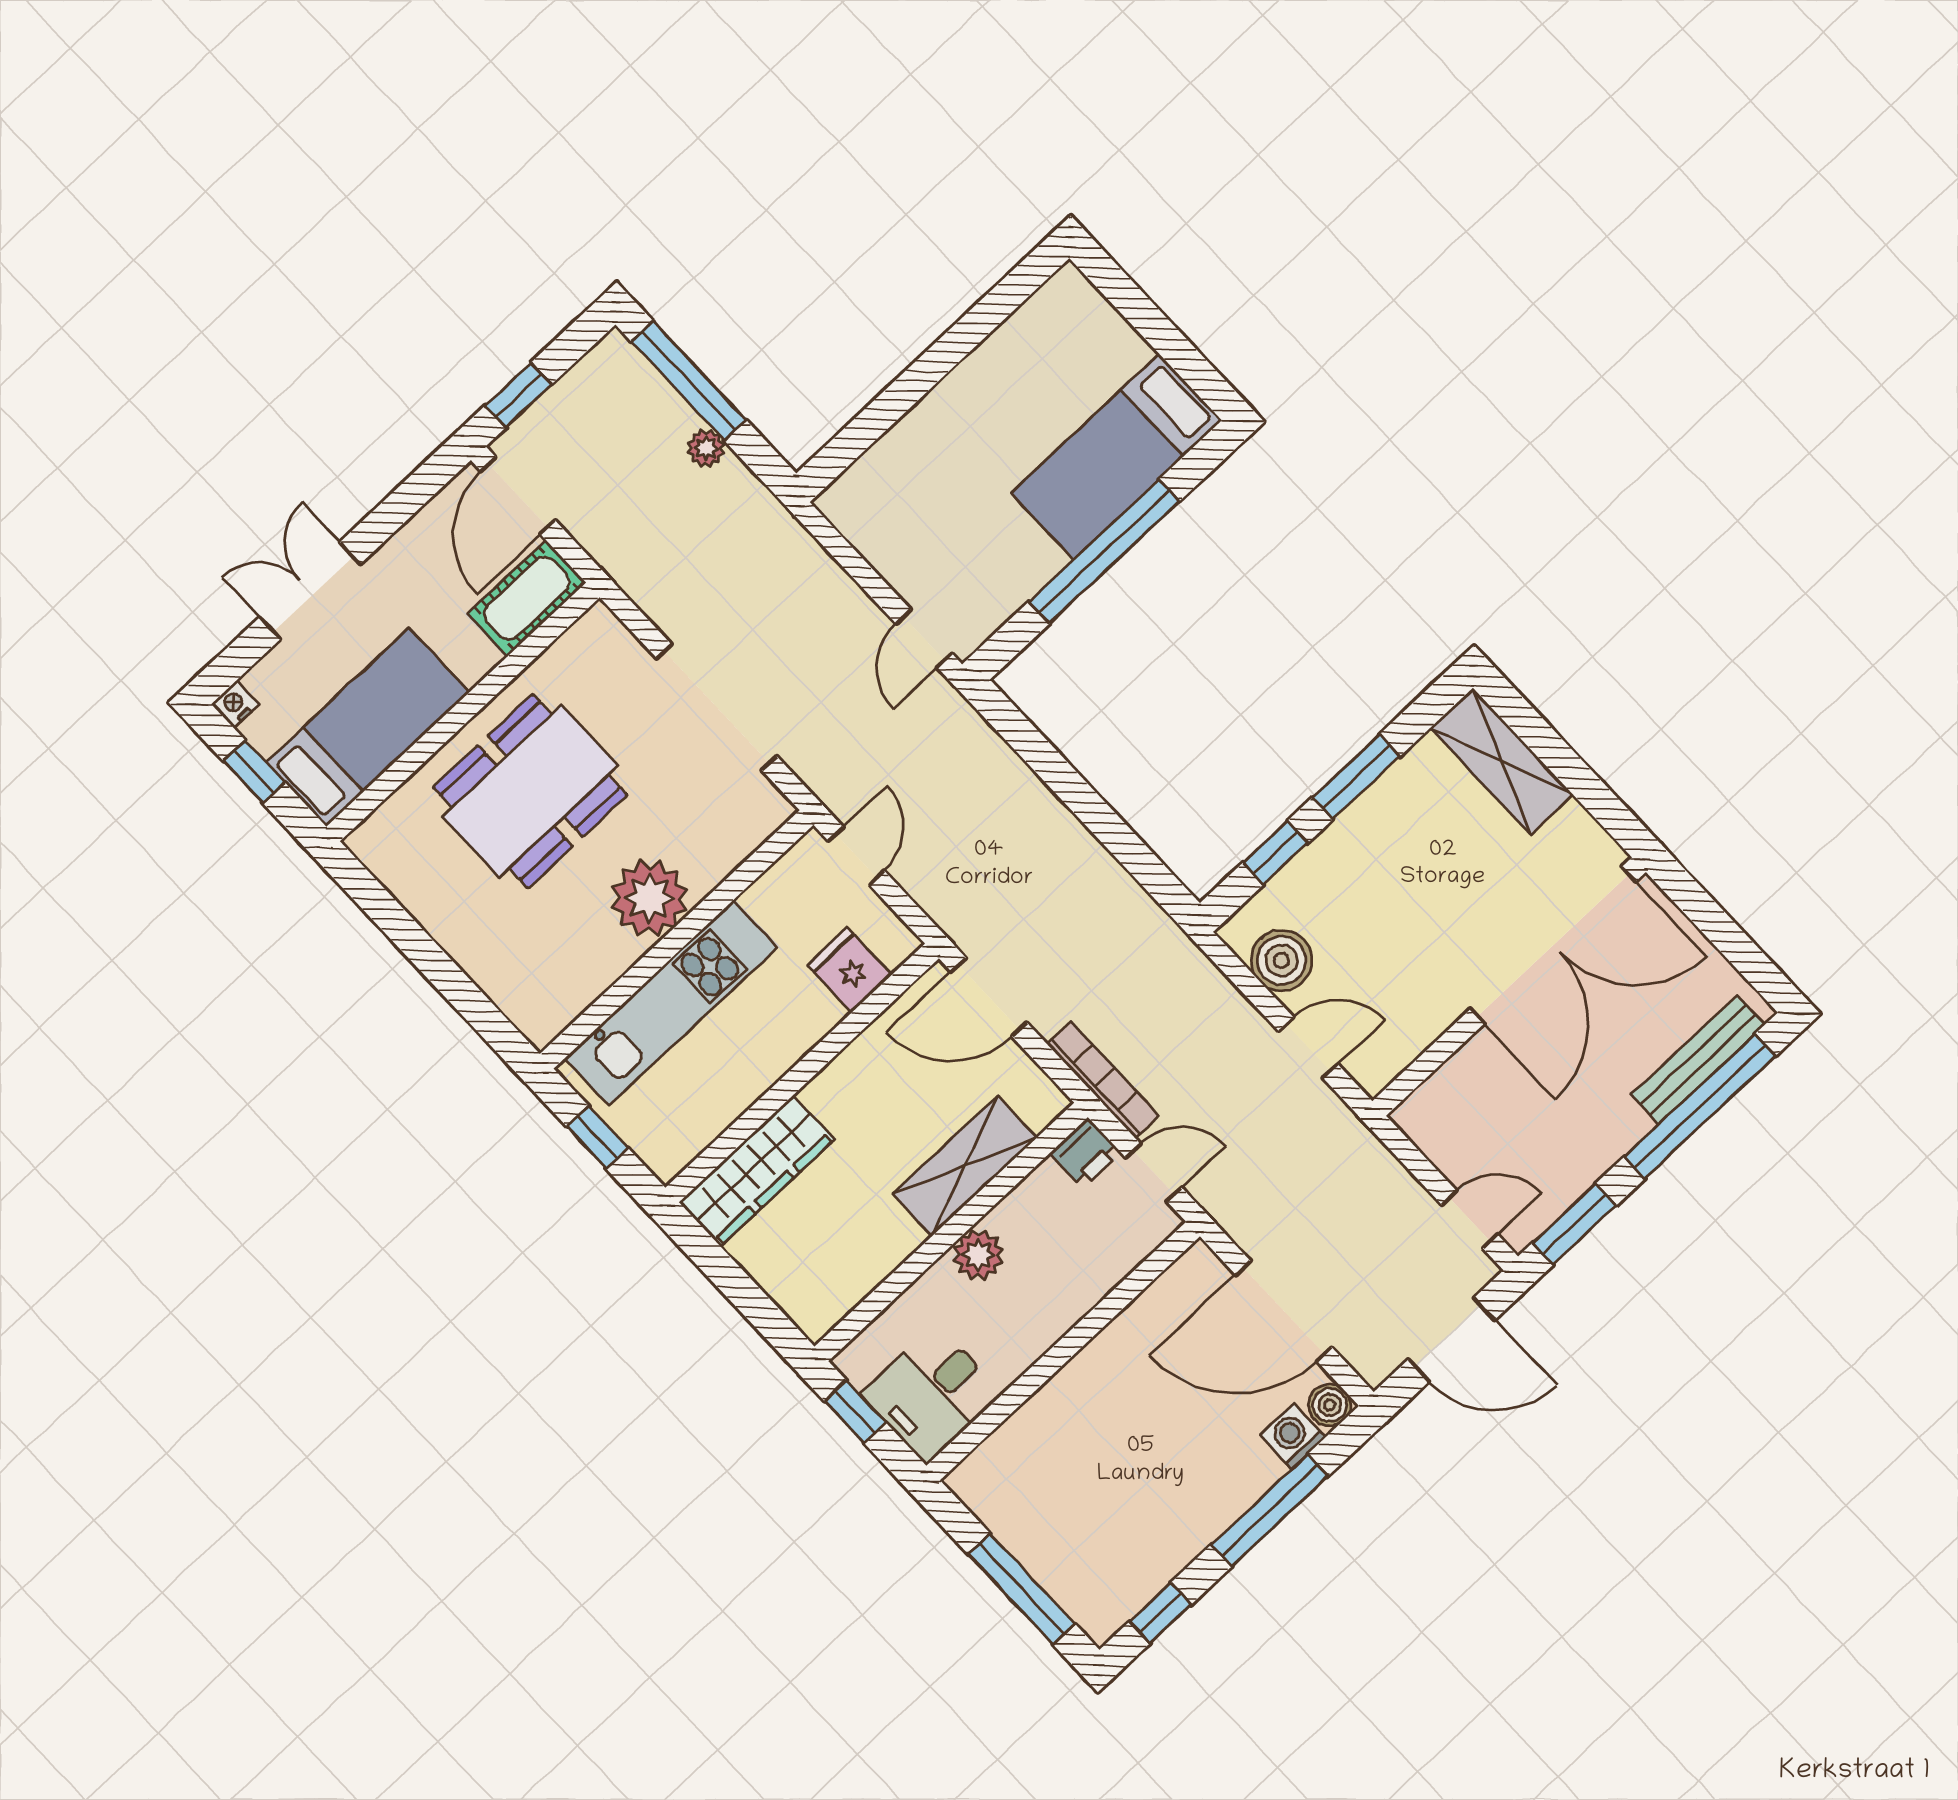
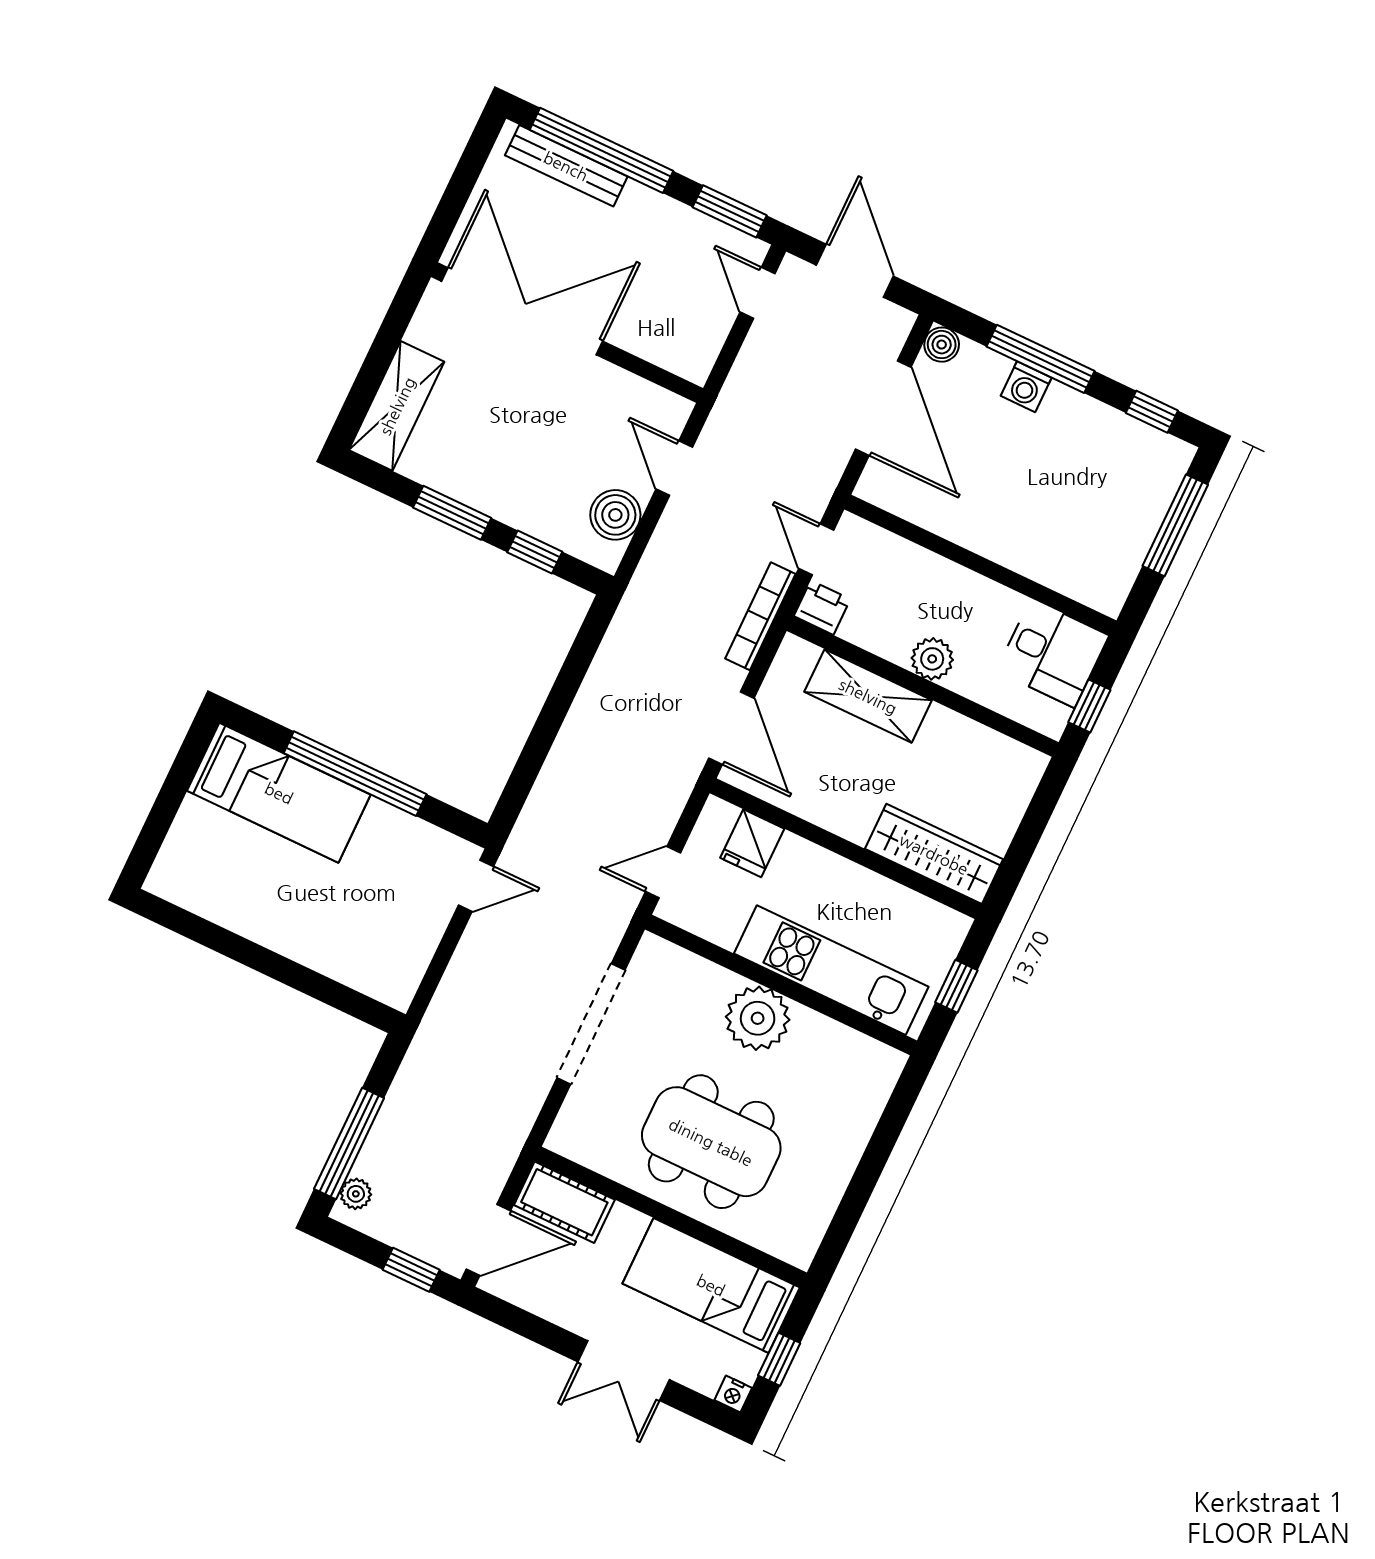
plant: (706, 448) -> (356, 1194), moved
washing machine: (1293, 1436) -> (1026, 387), moved

